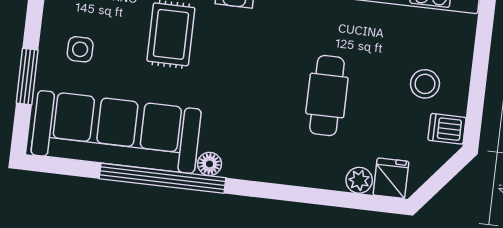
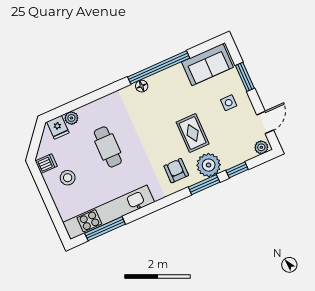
sofa: (116, 132) -> (207, 65), width x0.54, depth x0.79

